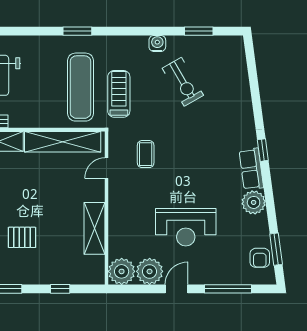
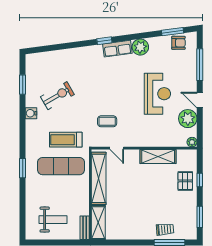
pallet: (22, 237) -> (185, 181), moved
plant: (122, 271) -> (192, 142), width x0.53, depth x0.53

